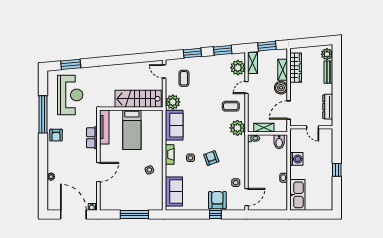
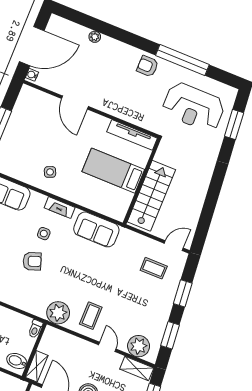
plant: (173, 102) -> (128, 240), removed
shelving: (264, 128) -> (37, 366), moved
row of seats: (92, 138) -> (125, 113), removed

